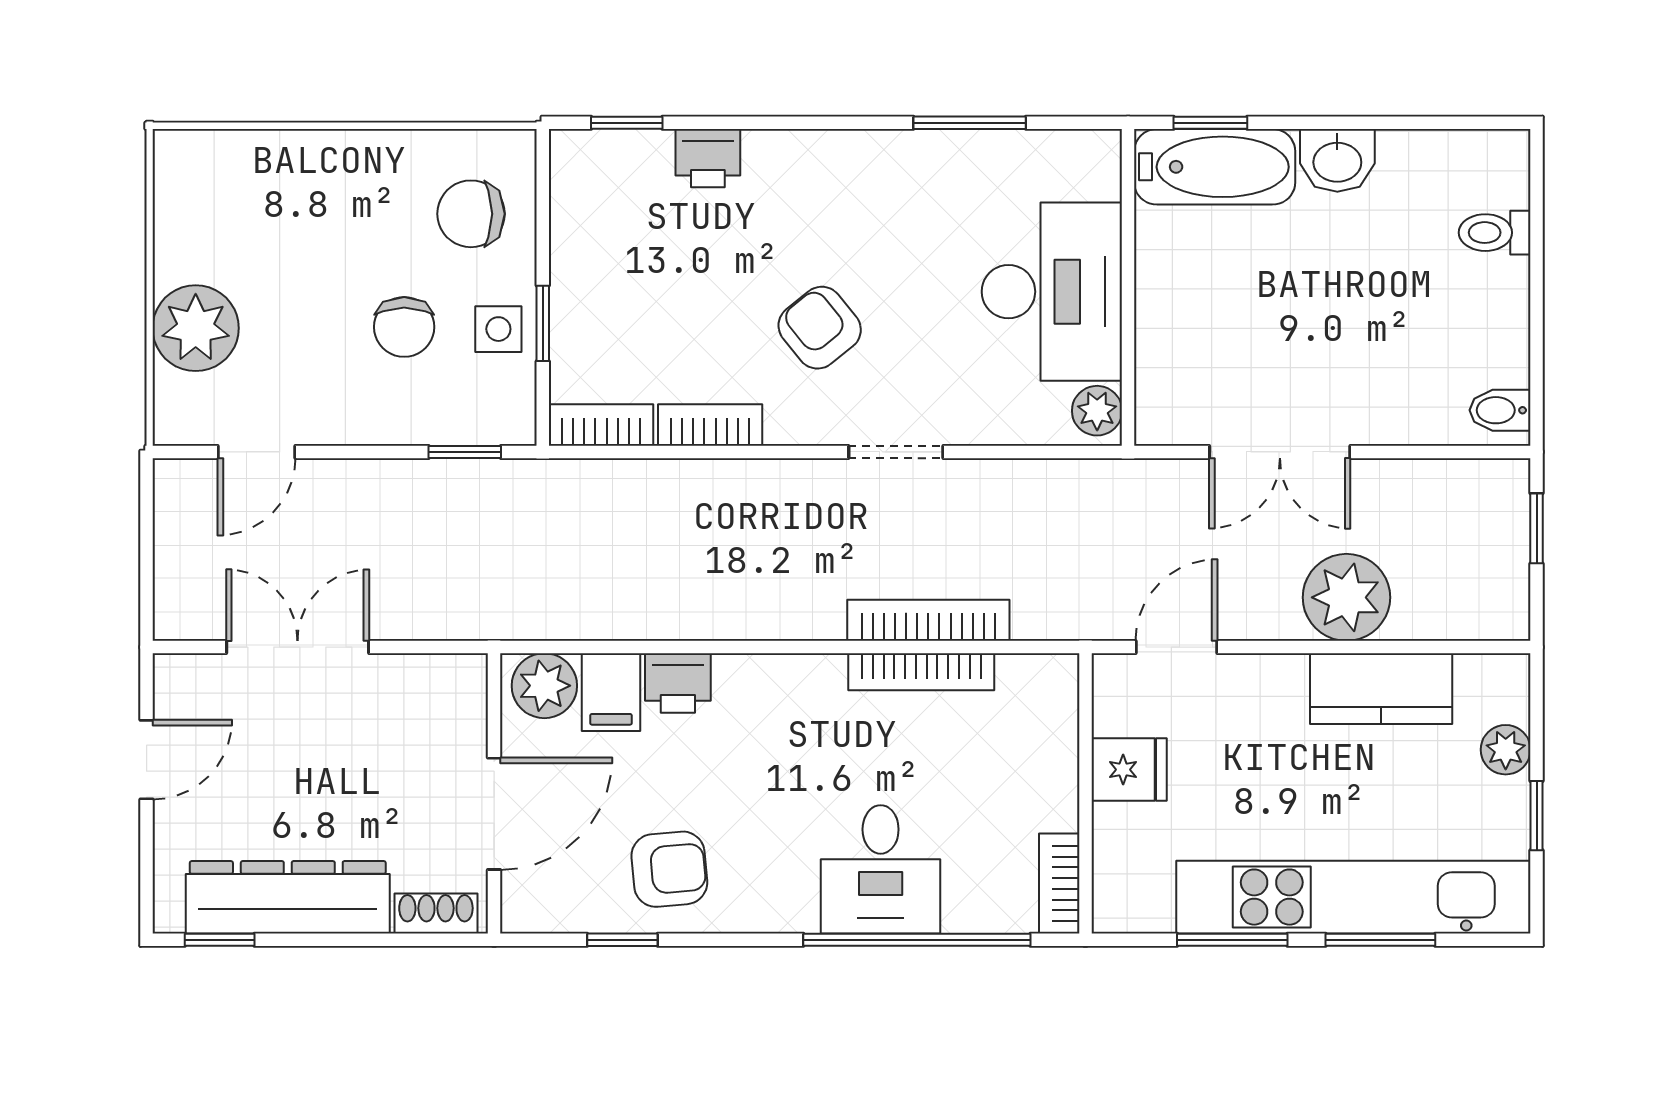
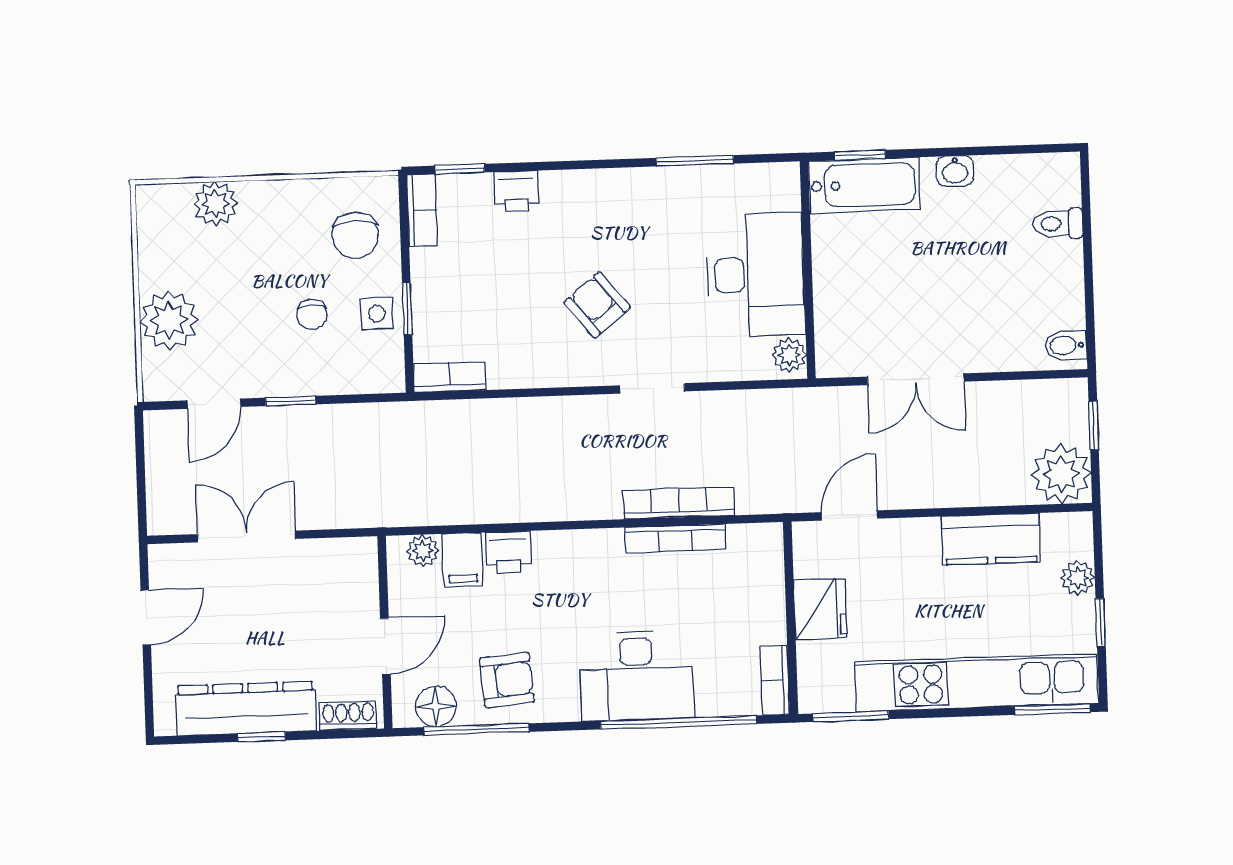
washbasin: (1337, 160) -> (955, 171), width x0.72, depth x0.69
plant: (269, 161) -> (216, 204), added
chair: (471, 214) -> (355, 235), turned -90
chair: (404, 327) -> (312, 314), width x0.73, depth x0.73
bookcase: (710, 425) -> (422, 210), moved, turned 90
window: (465, 452) -> (291, 401), moved
plant: (1346, 597) -> (1061, 474), moved
plant: (544, 686) -> (423, 551), width x0.73, depth x0.73
fridge: (1129, 770) -> (820, 609), width x1.38
door: (494, 814) -> (385, 646), width x0.73
desk: (881, 869) -> (637, 676), width x1.37
floor lamp: (564, 904) -> (436, 706), added
window: (220, 940) -> (261, 737), moved
window: (622, 940) -> (476, 729), width x2.17
window: (1232, 940) -> (851, 716), moved
window: (1380, 940) -> (1052, 709), moved

